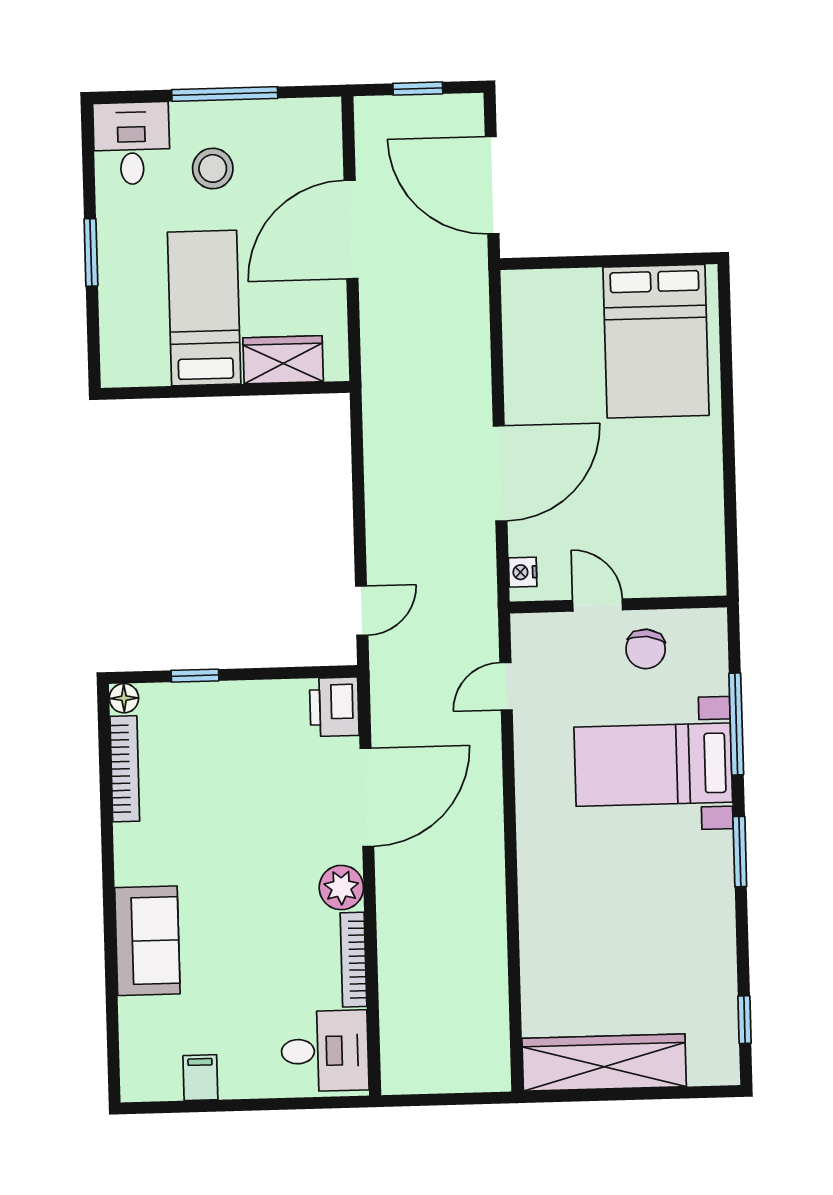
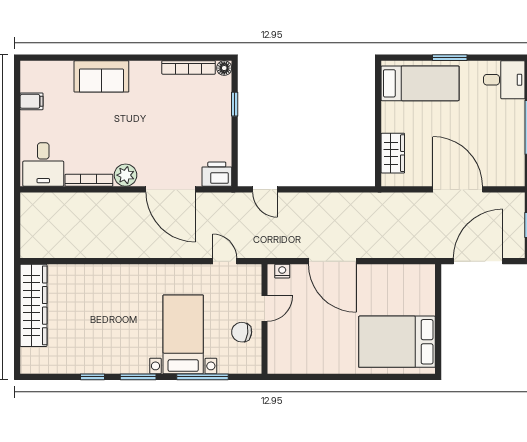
stool: (213, 168) -> (490, 120), removed
bed: (204, 308) -> (420, 83), moved
window: (745, 1020) -> (92, 377), moved

